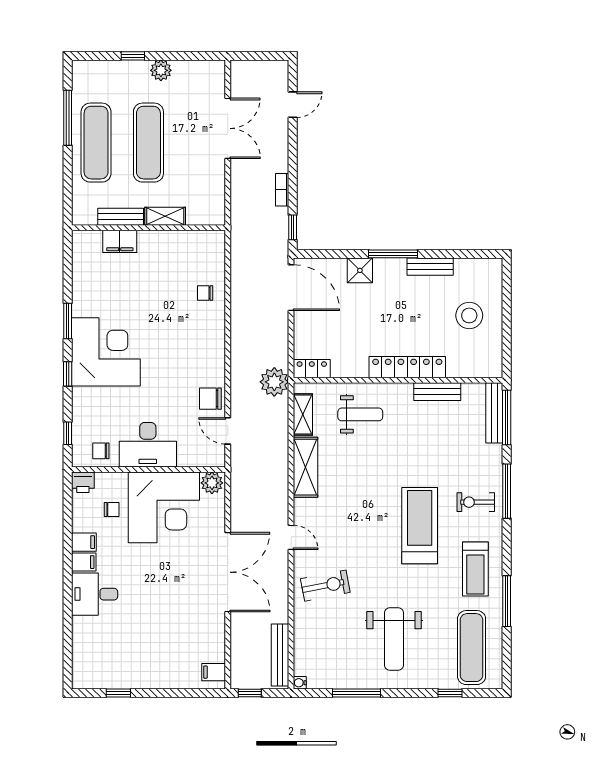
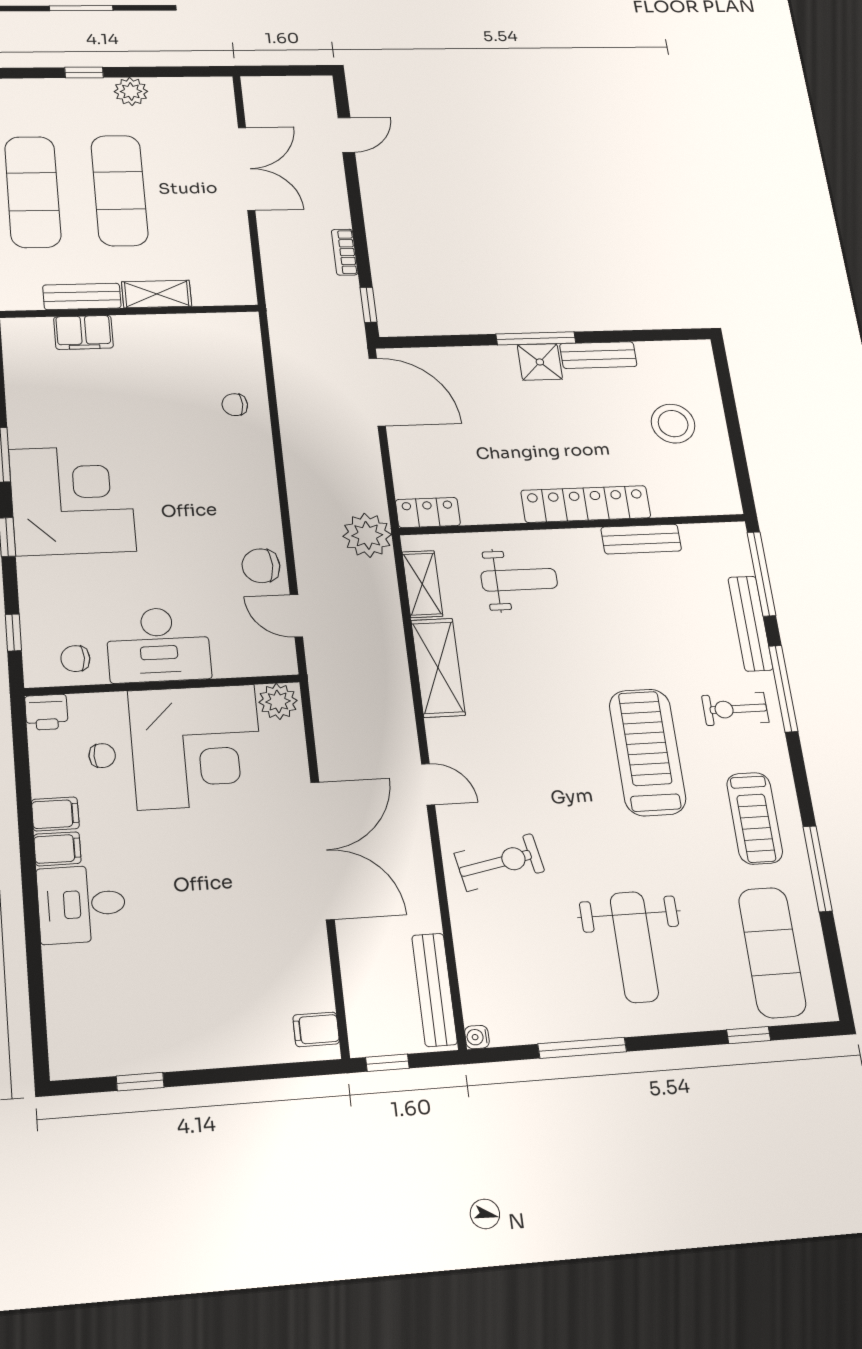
shower: (360, 270) -> (540, 362), moved
bench: (494, 413) -> (750, 623), moved

